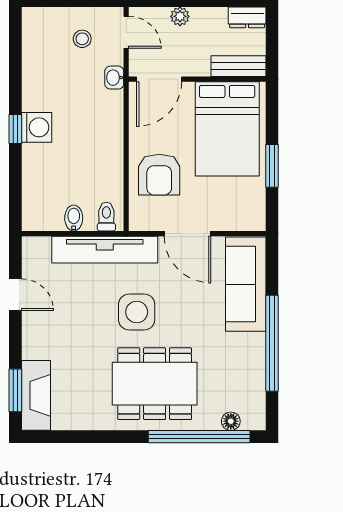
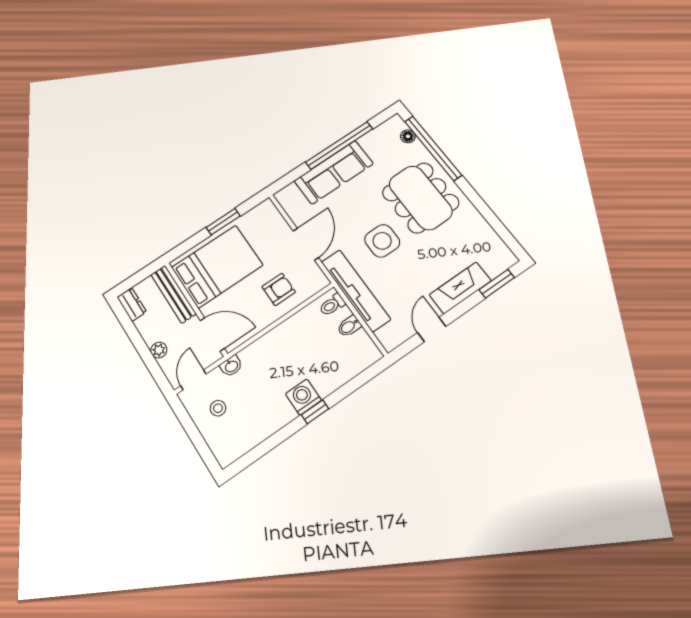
bench: (238, 66) -> (173, 294), width x1.36
armchair: (159, 175) -> (279, 289), width x0.72, depth x0.72
sofa: (246, 284) -> (334, 172), moved
fireplace: (36, 395) -> (460, 288), moved

